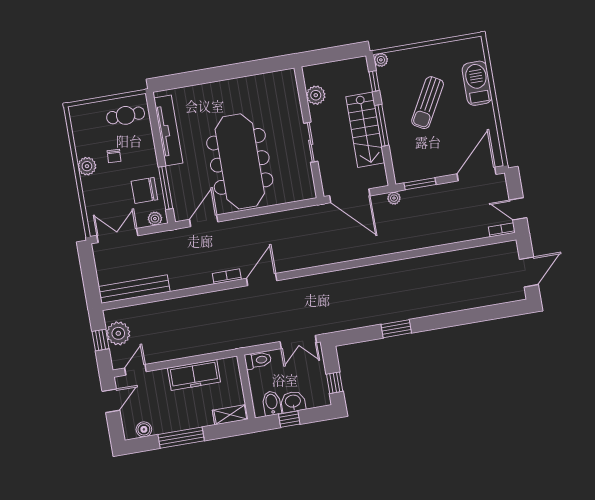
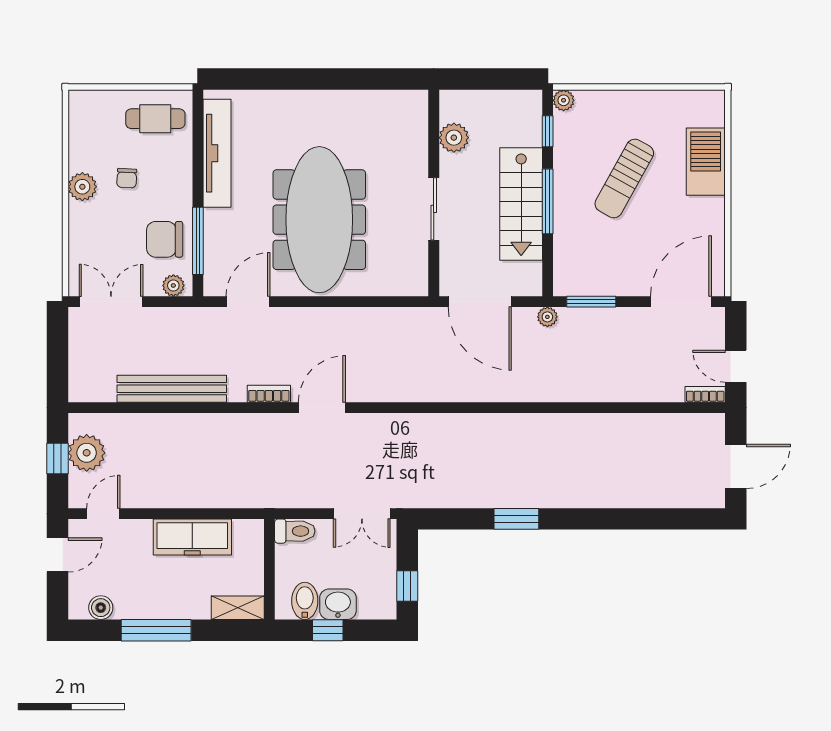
bench: (134, 289) -> (172, 389), moved

